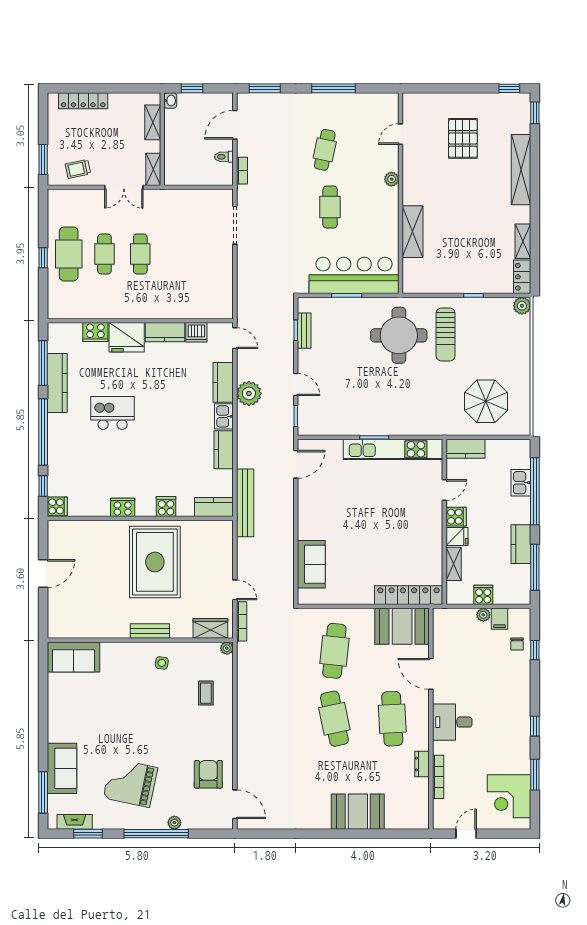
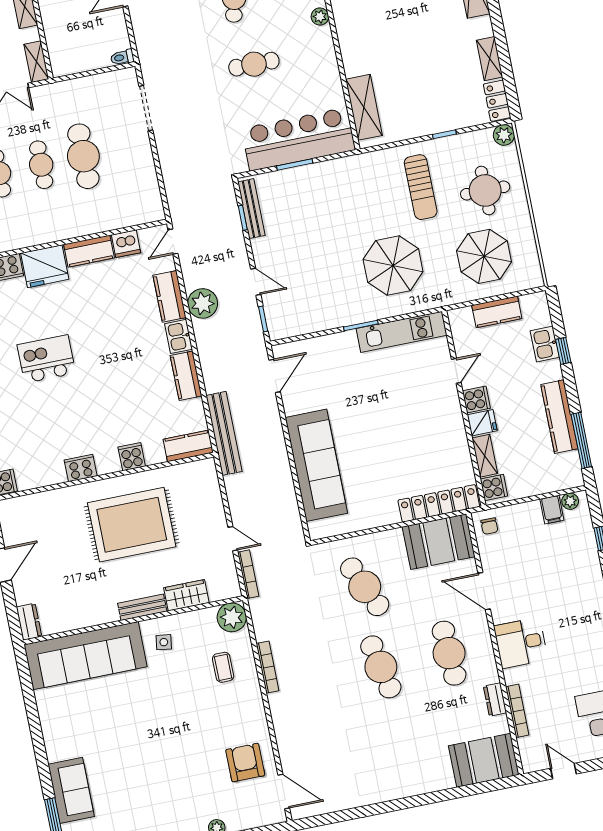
toilet: (224, 157) -> (122, 57), moved
bookcase: (242, 171) -> (267, 667), moved, width x1.56
cafe table: (330, 207) -> (254, 64), turned 90
shelving: (413, 232) -> (364, 107), moved
cafe table: (176, 254) -> (83, 156), added
bench: (304, 331) -> (251, 209), width x1.36
round table: (399, 335) -> (485, 190), moved, width x0.73, depth x0.73
door: (235, 338) -> (173, 242), swing flipped
parasol: (410, 394) -> (393, 266), added
kitchen unit: (393, 449) -> (402, 332), width x0.73
kitchen counter: (465, 449) -> (497, 312), moved
window: (535, 491) -> (563, 351), width x0.32
kitchen counter: (521, 544) -> (559, 417), width x1.50
rug: (155, 562) -> (132, 525), turned 90
sofa: (311, 564) -> (316, 465), width x1.85, depth x1.27
cooker: (483, 595) -> (494, 488), moved, turned 90
plant: (483, 615) -> (570, 501), moved
dresser: (55, 624) -> (29, 622), added
wardrobe: (210, 628) -> (186, 595), moved
chair: (517, 644) -> (489, 526), moved
plant: (227, 648) -> (232, 617), width x1.87, depth x1.87
cafe table: (334, 651) -> (365, 587), turned -30
sofa: (73, 657) -> (85, 656), width x1.85, depth x1.27
grand piano: (130, 783) -> (155, 791), removed
booth: (358, 812) -> (484, 760), moved
door: (466, 834) -> (563, 771), hinge flipped

